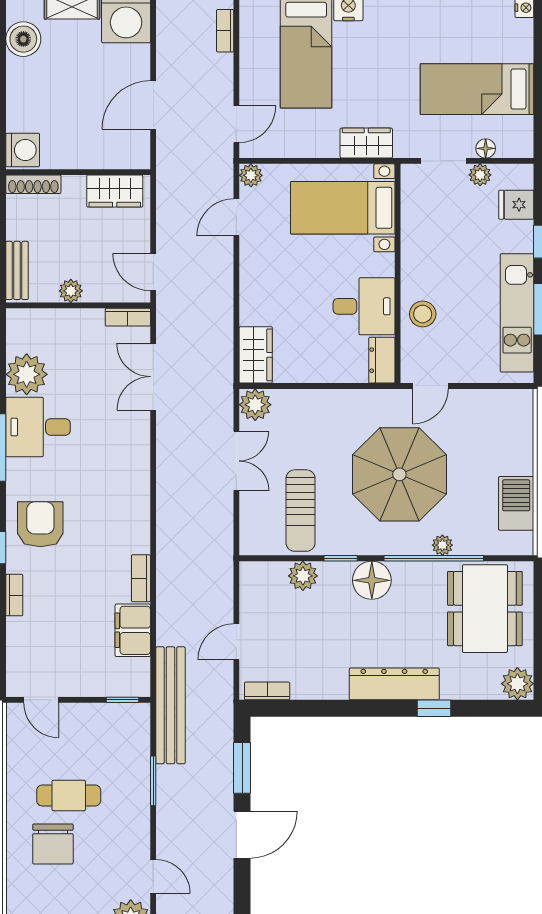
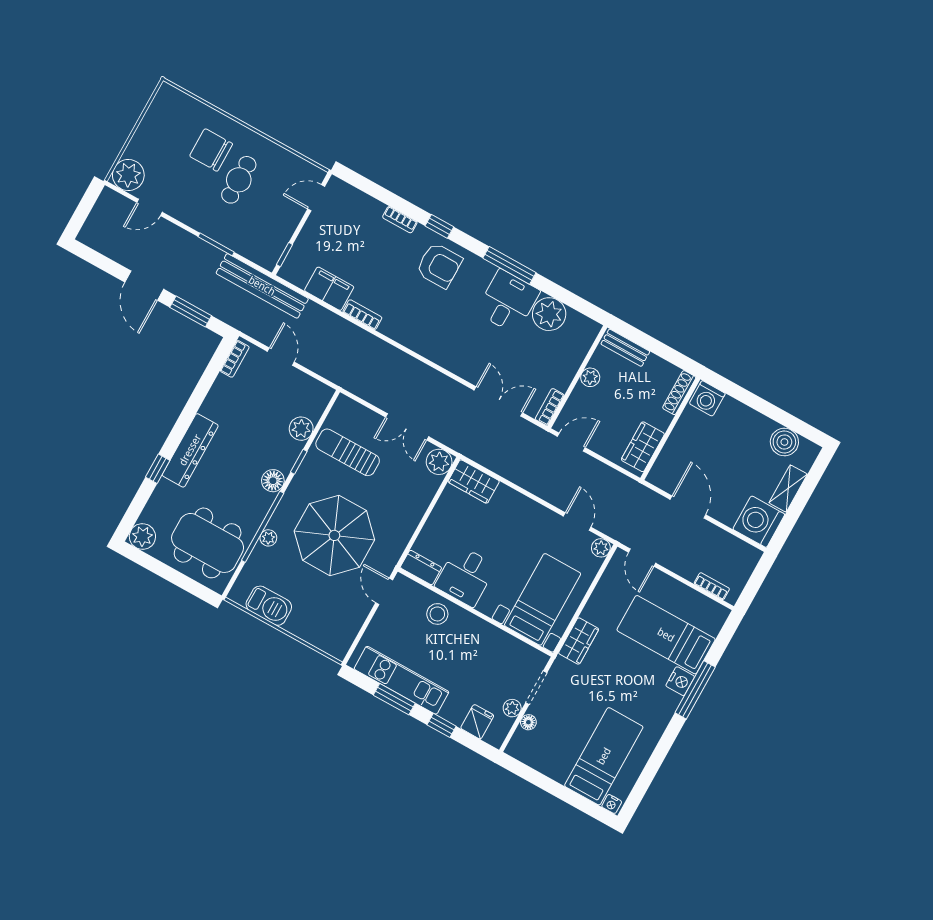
bed: (477, 89) -> (604, 756), moved
floor lamp: (372, 580) -> (273, 481), width x0.73, depth x0.73

